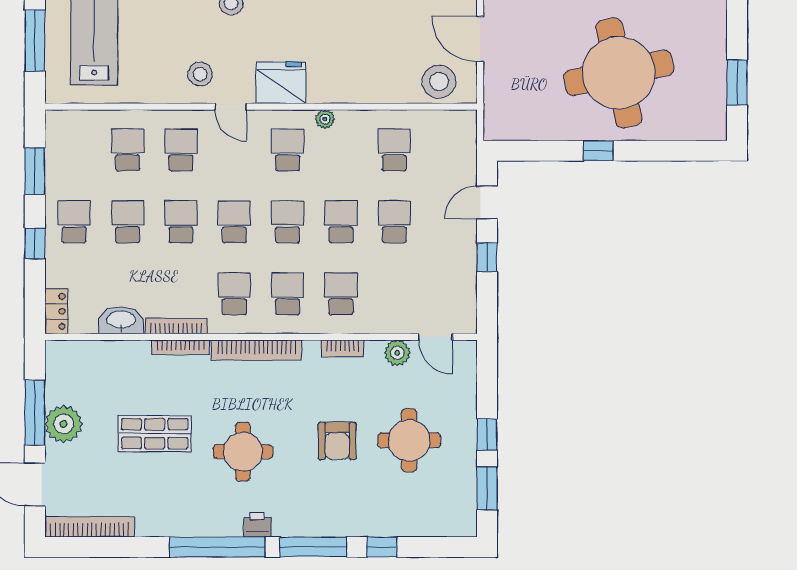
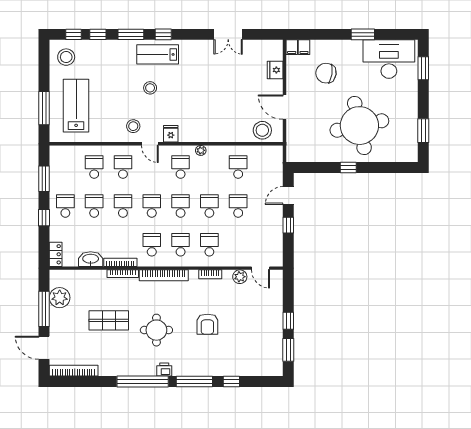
fridge: (281, 83) -> (171, 134), width x0.53, depth x0.75
plant: (64, 424) -> (60, 298), moved
round table: (409, 440) -> (246, 324), removed

